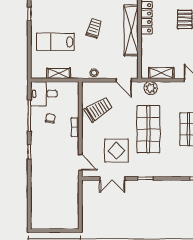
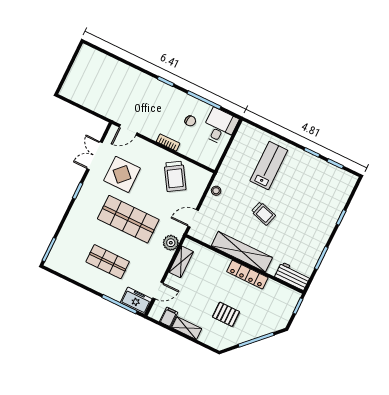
shelving: (59, 73) -> (234, 153), removed

